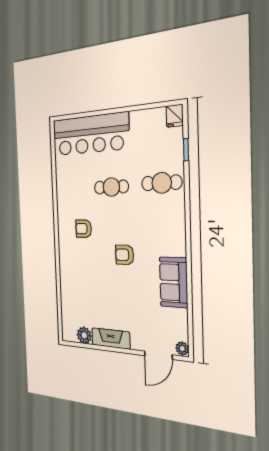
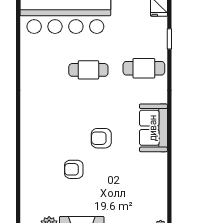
armchair: (84, 229) -> (74, 169), moved
sofa: (174, 282) -> (153, 128), moved

